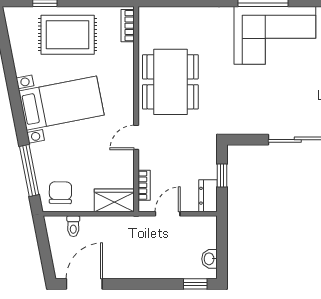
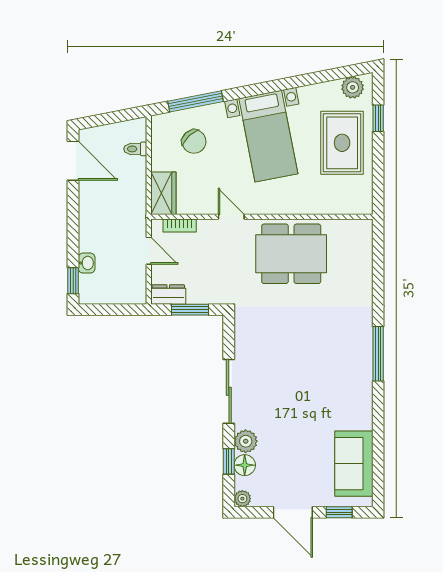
plant: (16, 25) -> (353, 87), added
bookcase: (128, 26) -> (352, 208), removed
corner sofa: (275, 35) -> (341, 367), removed
window: (222, 176) -> (190, 310), width x1.50
chair: (60, 193) -> (194, 141), moved, turned 46
washbasin: (209, 259) -> (87, 263), moved, turned 90

